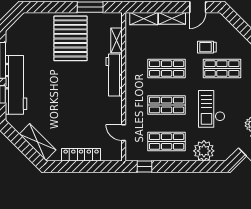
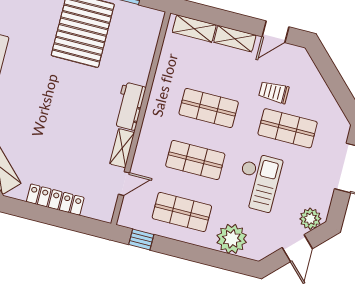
shelving: (116, 40) -> (122, 148), moved
workbench: (114, 75) -> (129, 106), width x0.73
checkout: (212, 109) -> (258, 182), turned 180
door: (124, 133) -> (124, 184), swing flipped

